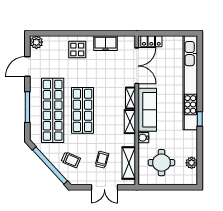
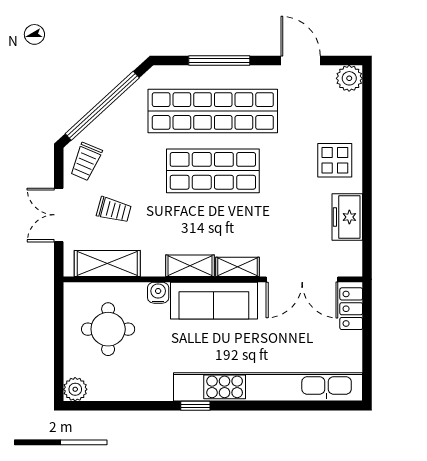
trolley: (71, 160) -> (86, 162), moved
plant: (192, 163) -> (75, 389), moved

